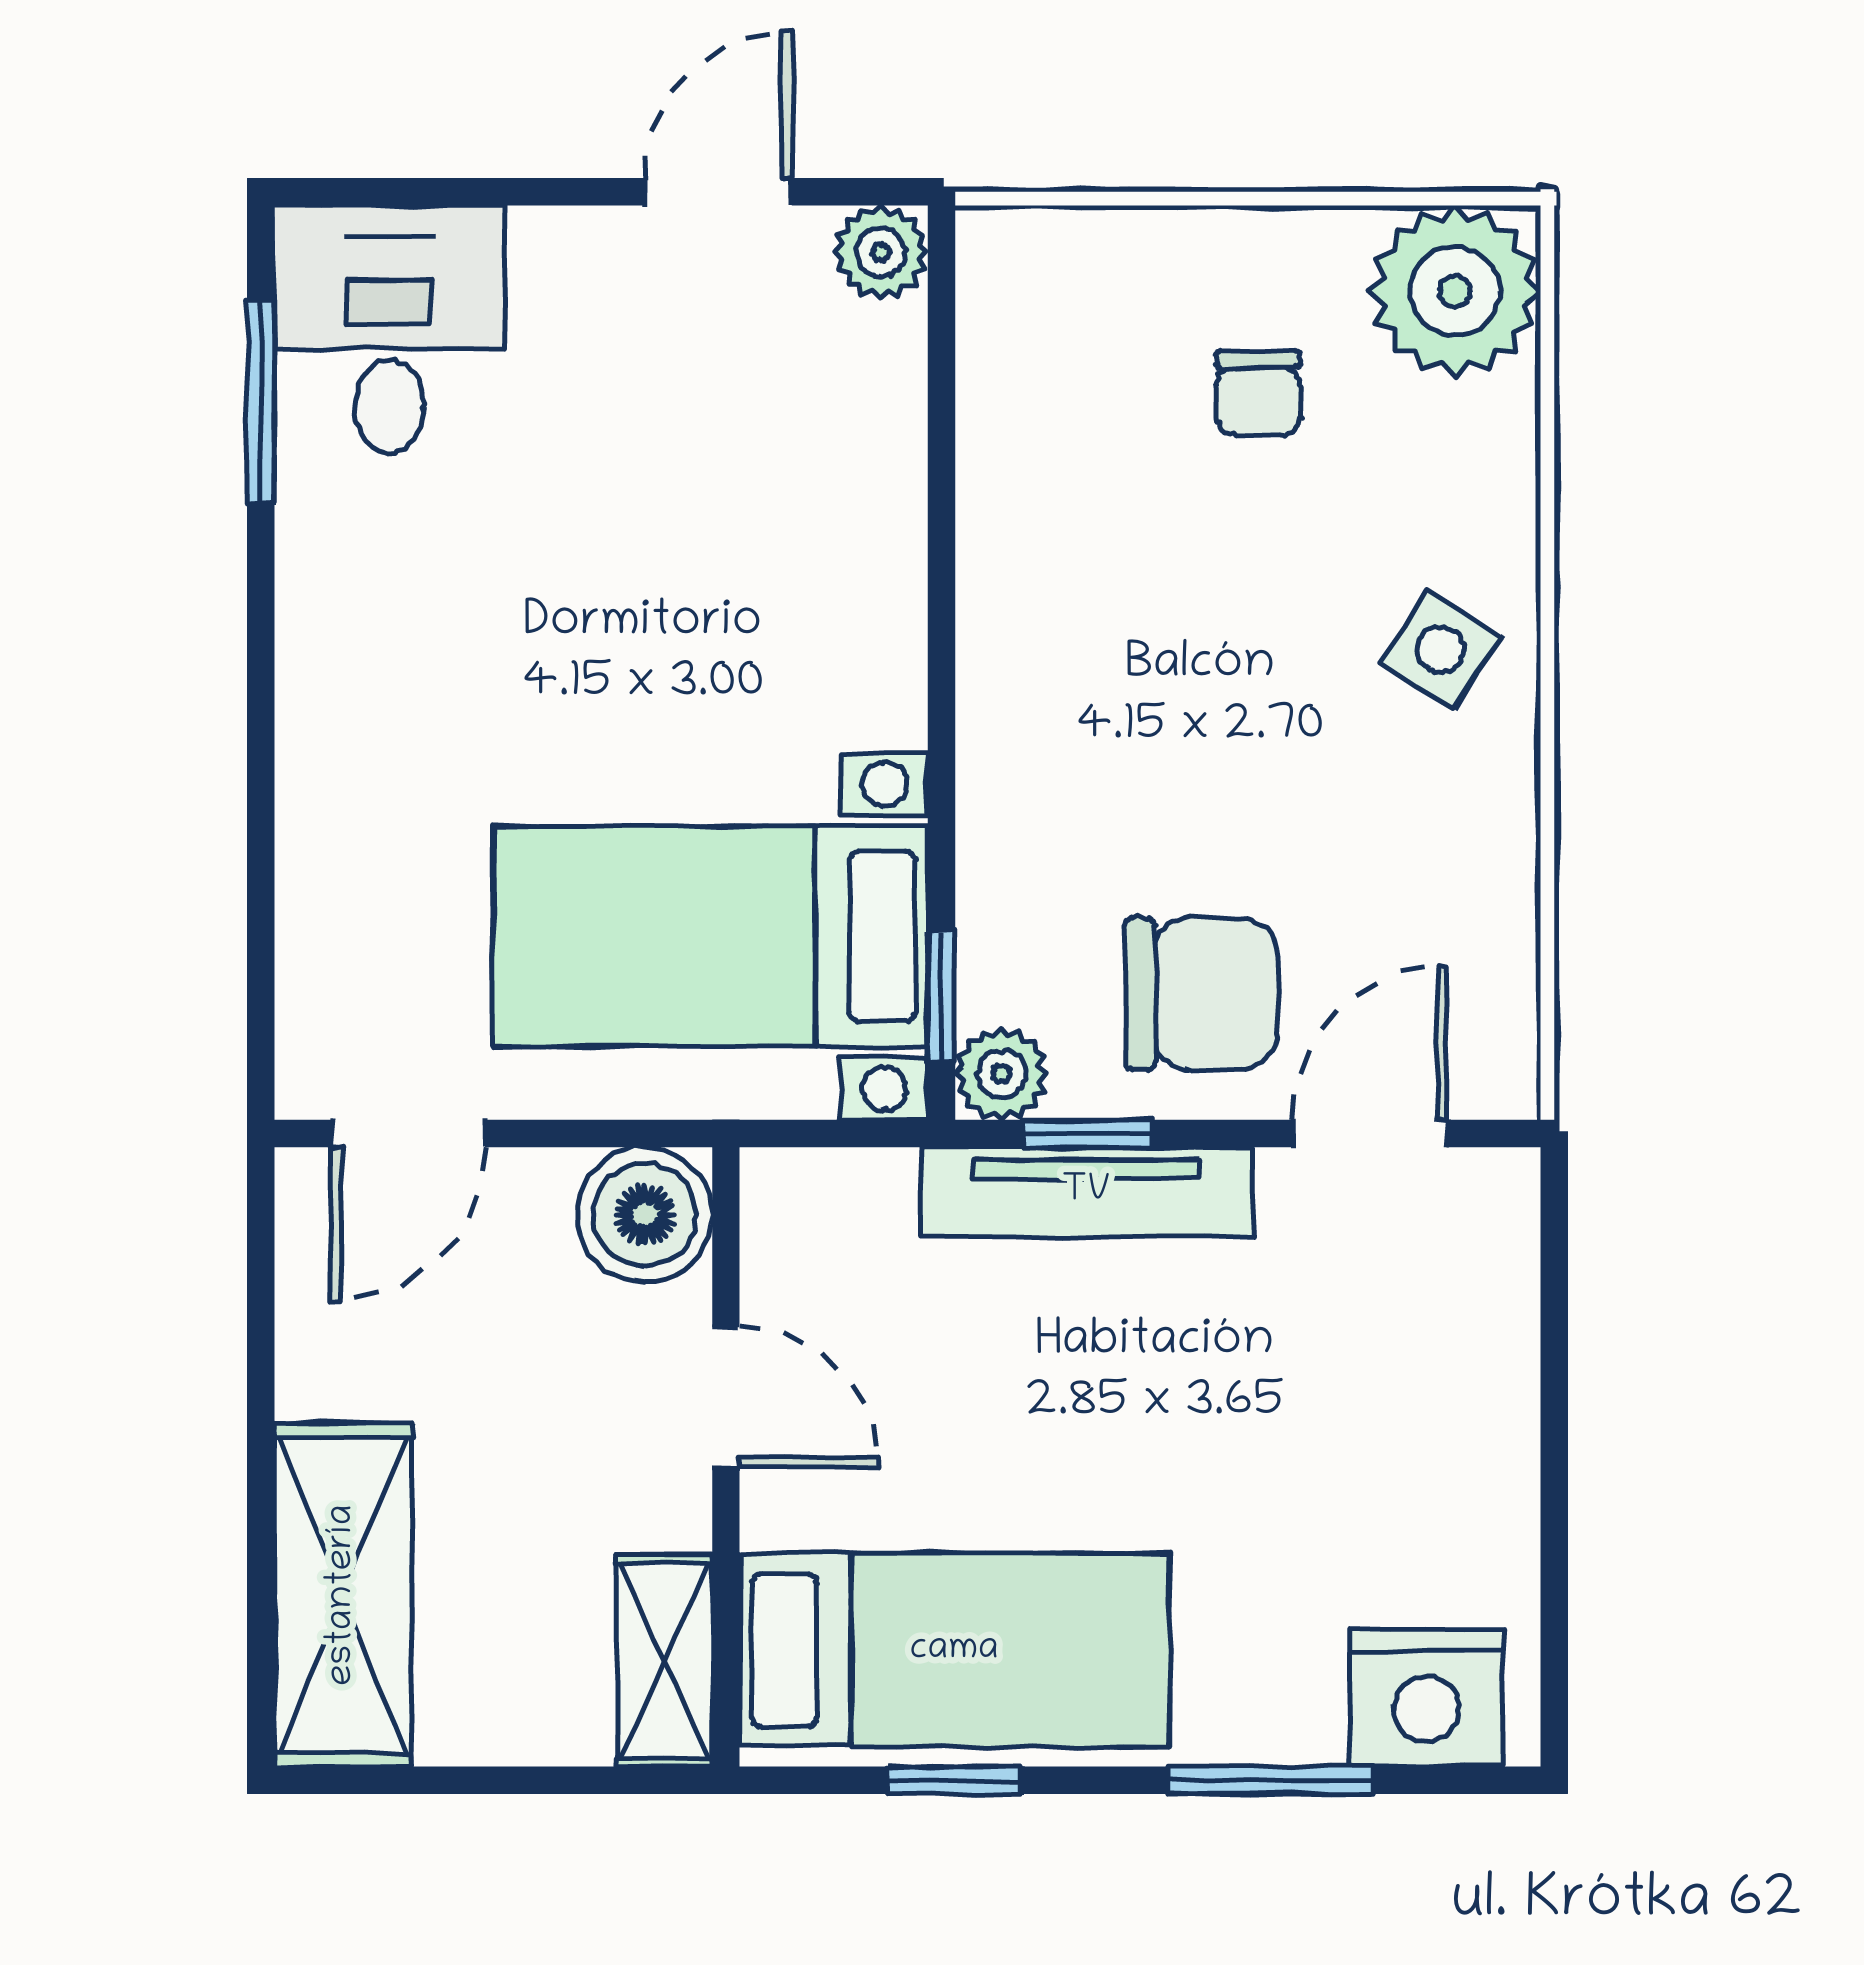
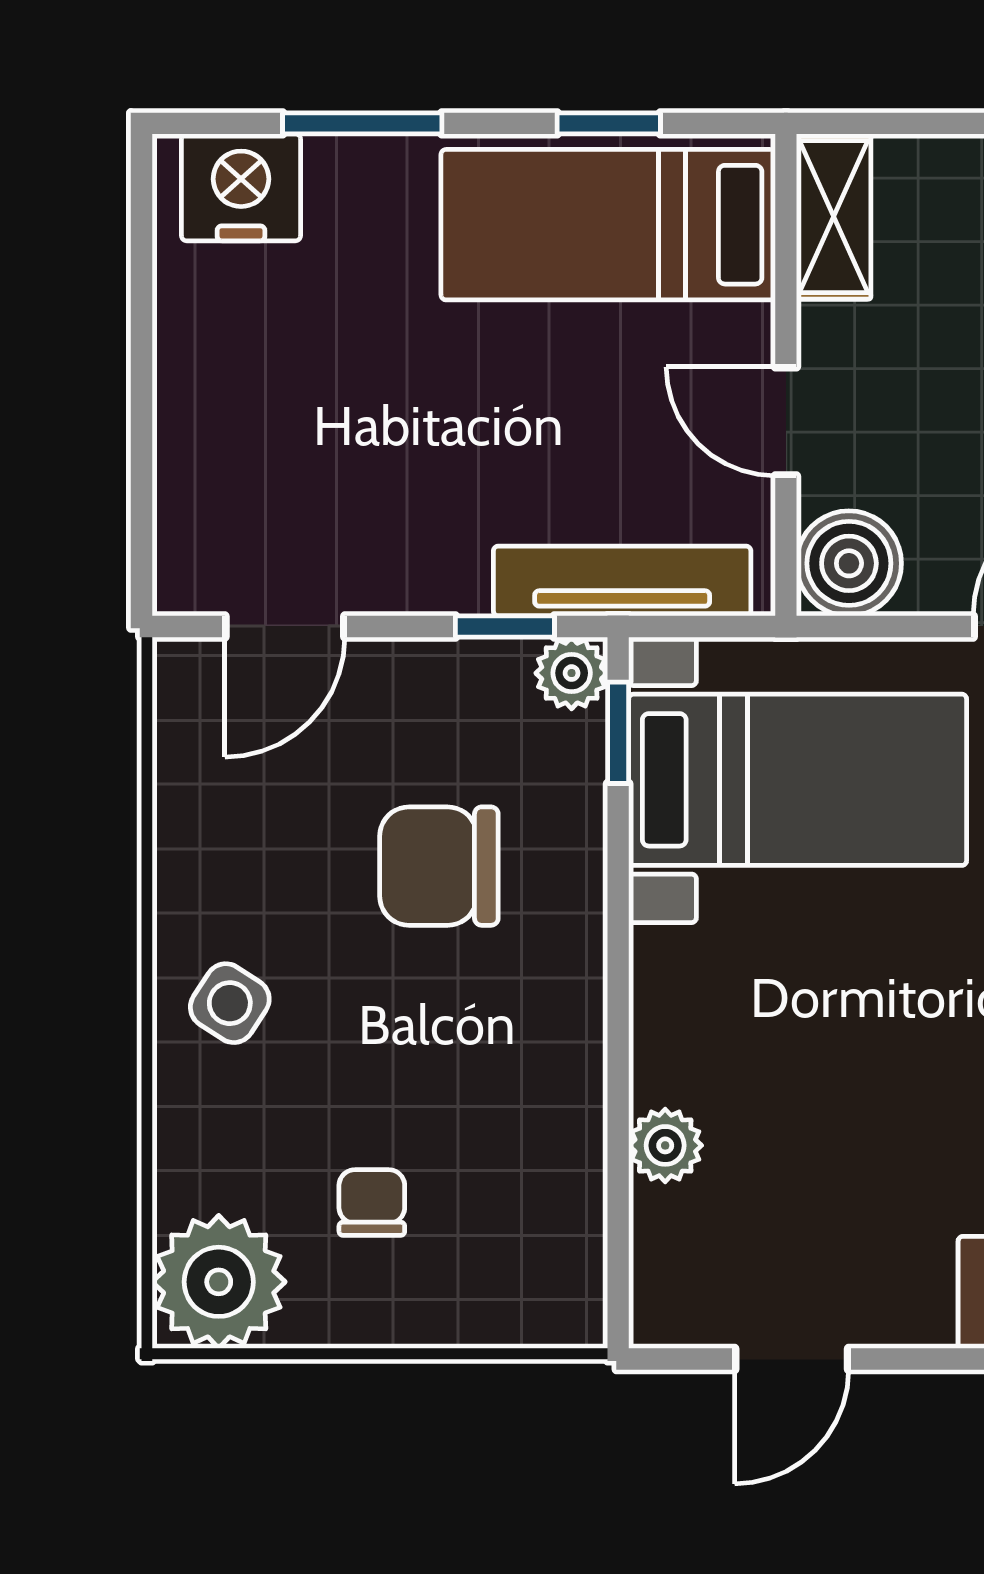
plant: (881, 252) -> (665, 1145), moved
chair: (1201, 994) -> (439, 866), moved
tv unit: (1086, 1192) -> (622, 581), moved

